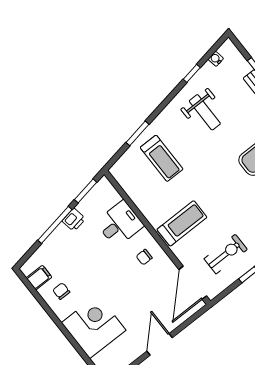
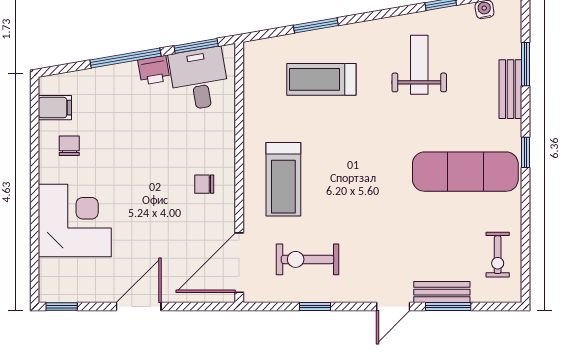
weight bench: (205, 112) -> (419, 65), turned 180
treadmill: (162, 158) -> (321, 79), turned 90
treadmill: (182, 223) -> (283, 179), turned 90
desk: (120, 224) -> (199, 79), moved, turned -100
exercise bike: (226, 254) -> (308, 259), turned 180

